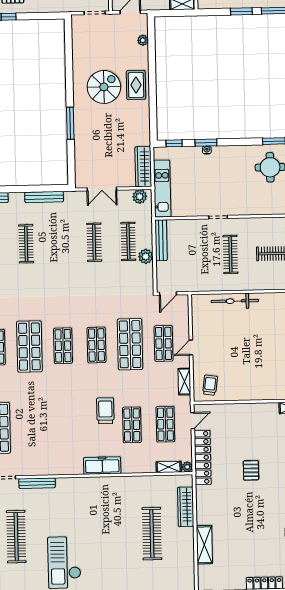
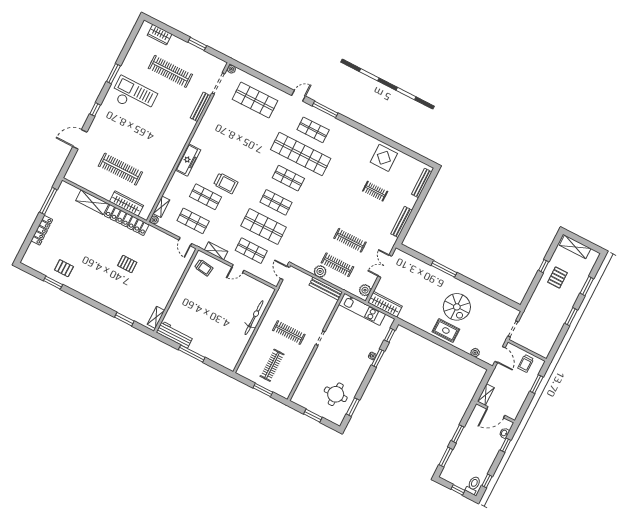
clothes rail: (26, 244) -> (375, 191), width x0.73
shop shelf: (29, 347) -> (301, 154), width x1.40
door: (191, 347) -> (238, 269), swing flipped
locker: (203, 457) -> (127, 220), moved

